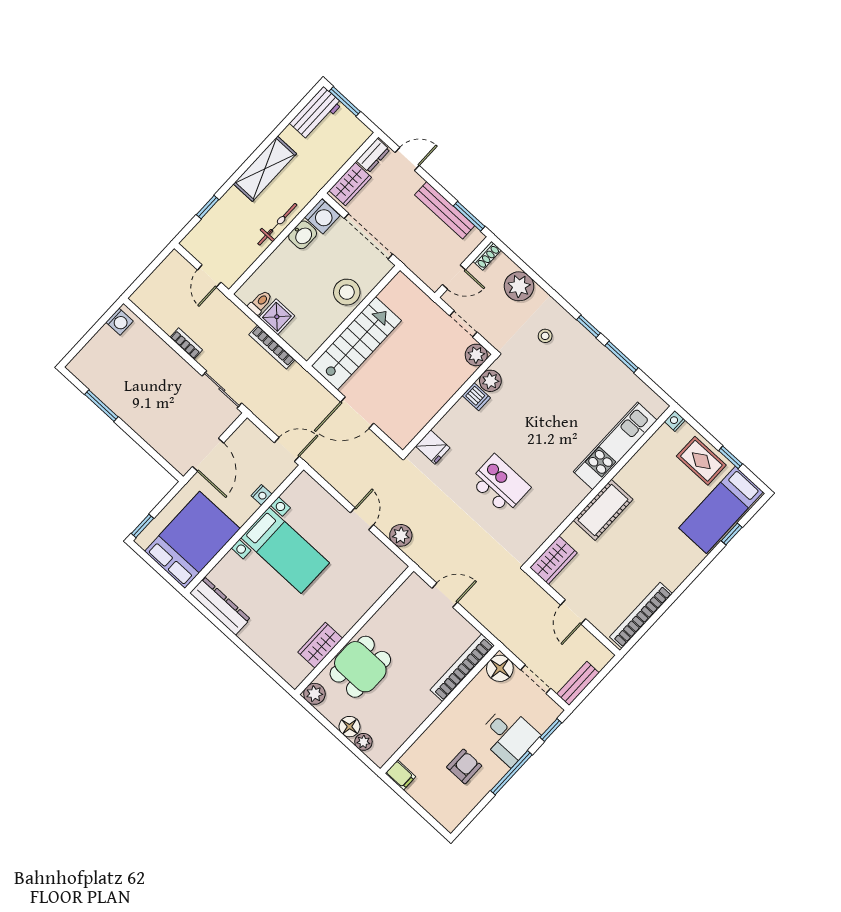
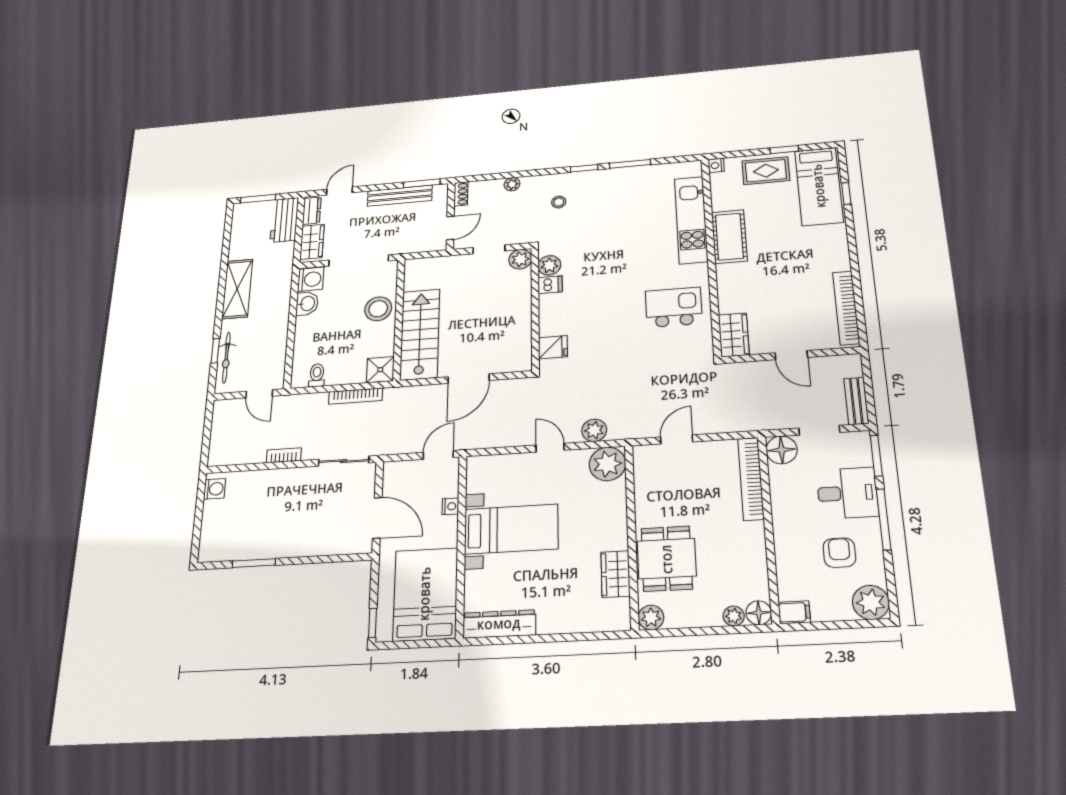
workbench: (316, 113) -> (284, 220), moved, turned 180
bicycle: (277, 224) -> (226, 358), moved, turned 180
plant: (519, 286) -> (512, 184), width x0.53, depth x0.53
shower: (277, 317) -> (380, 370), moved
kitchen island: (500, 484) -> (674, 307), moved
cot: (603, 510) -> (729, 237), moved
plant: (386, 567) -> (607, 464), added
floor lamp: (350, 727) -> (759, 613), moved
window: (551, 730) -> (876, 456), width x1.50
plant: (450, 813) -> (871, 602), added

